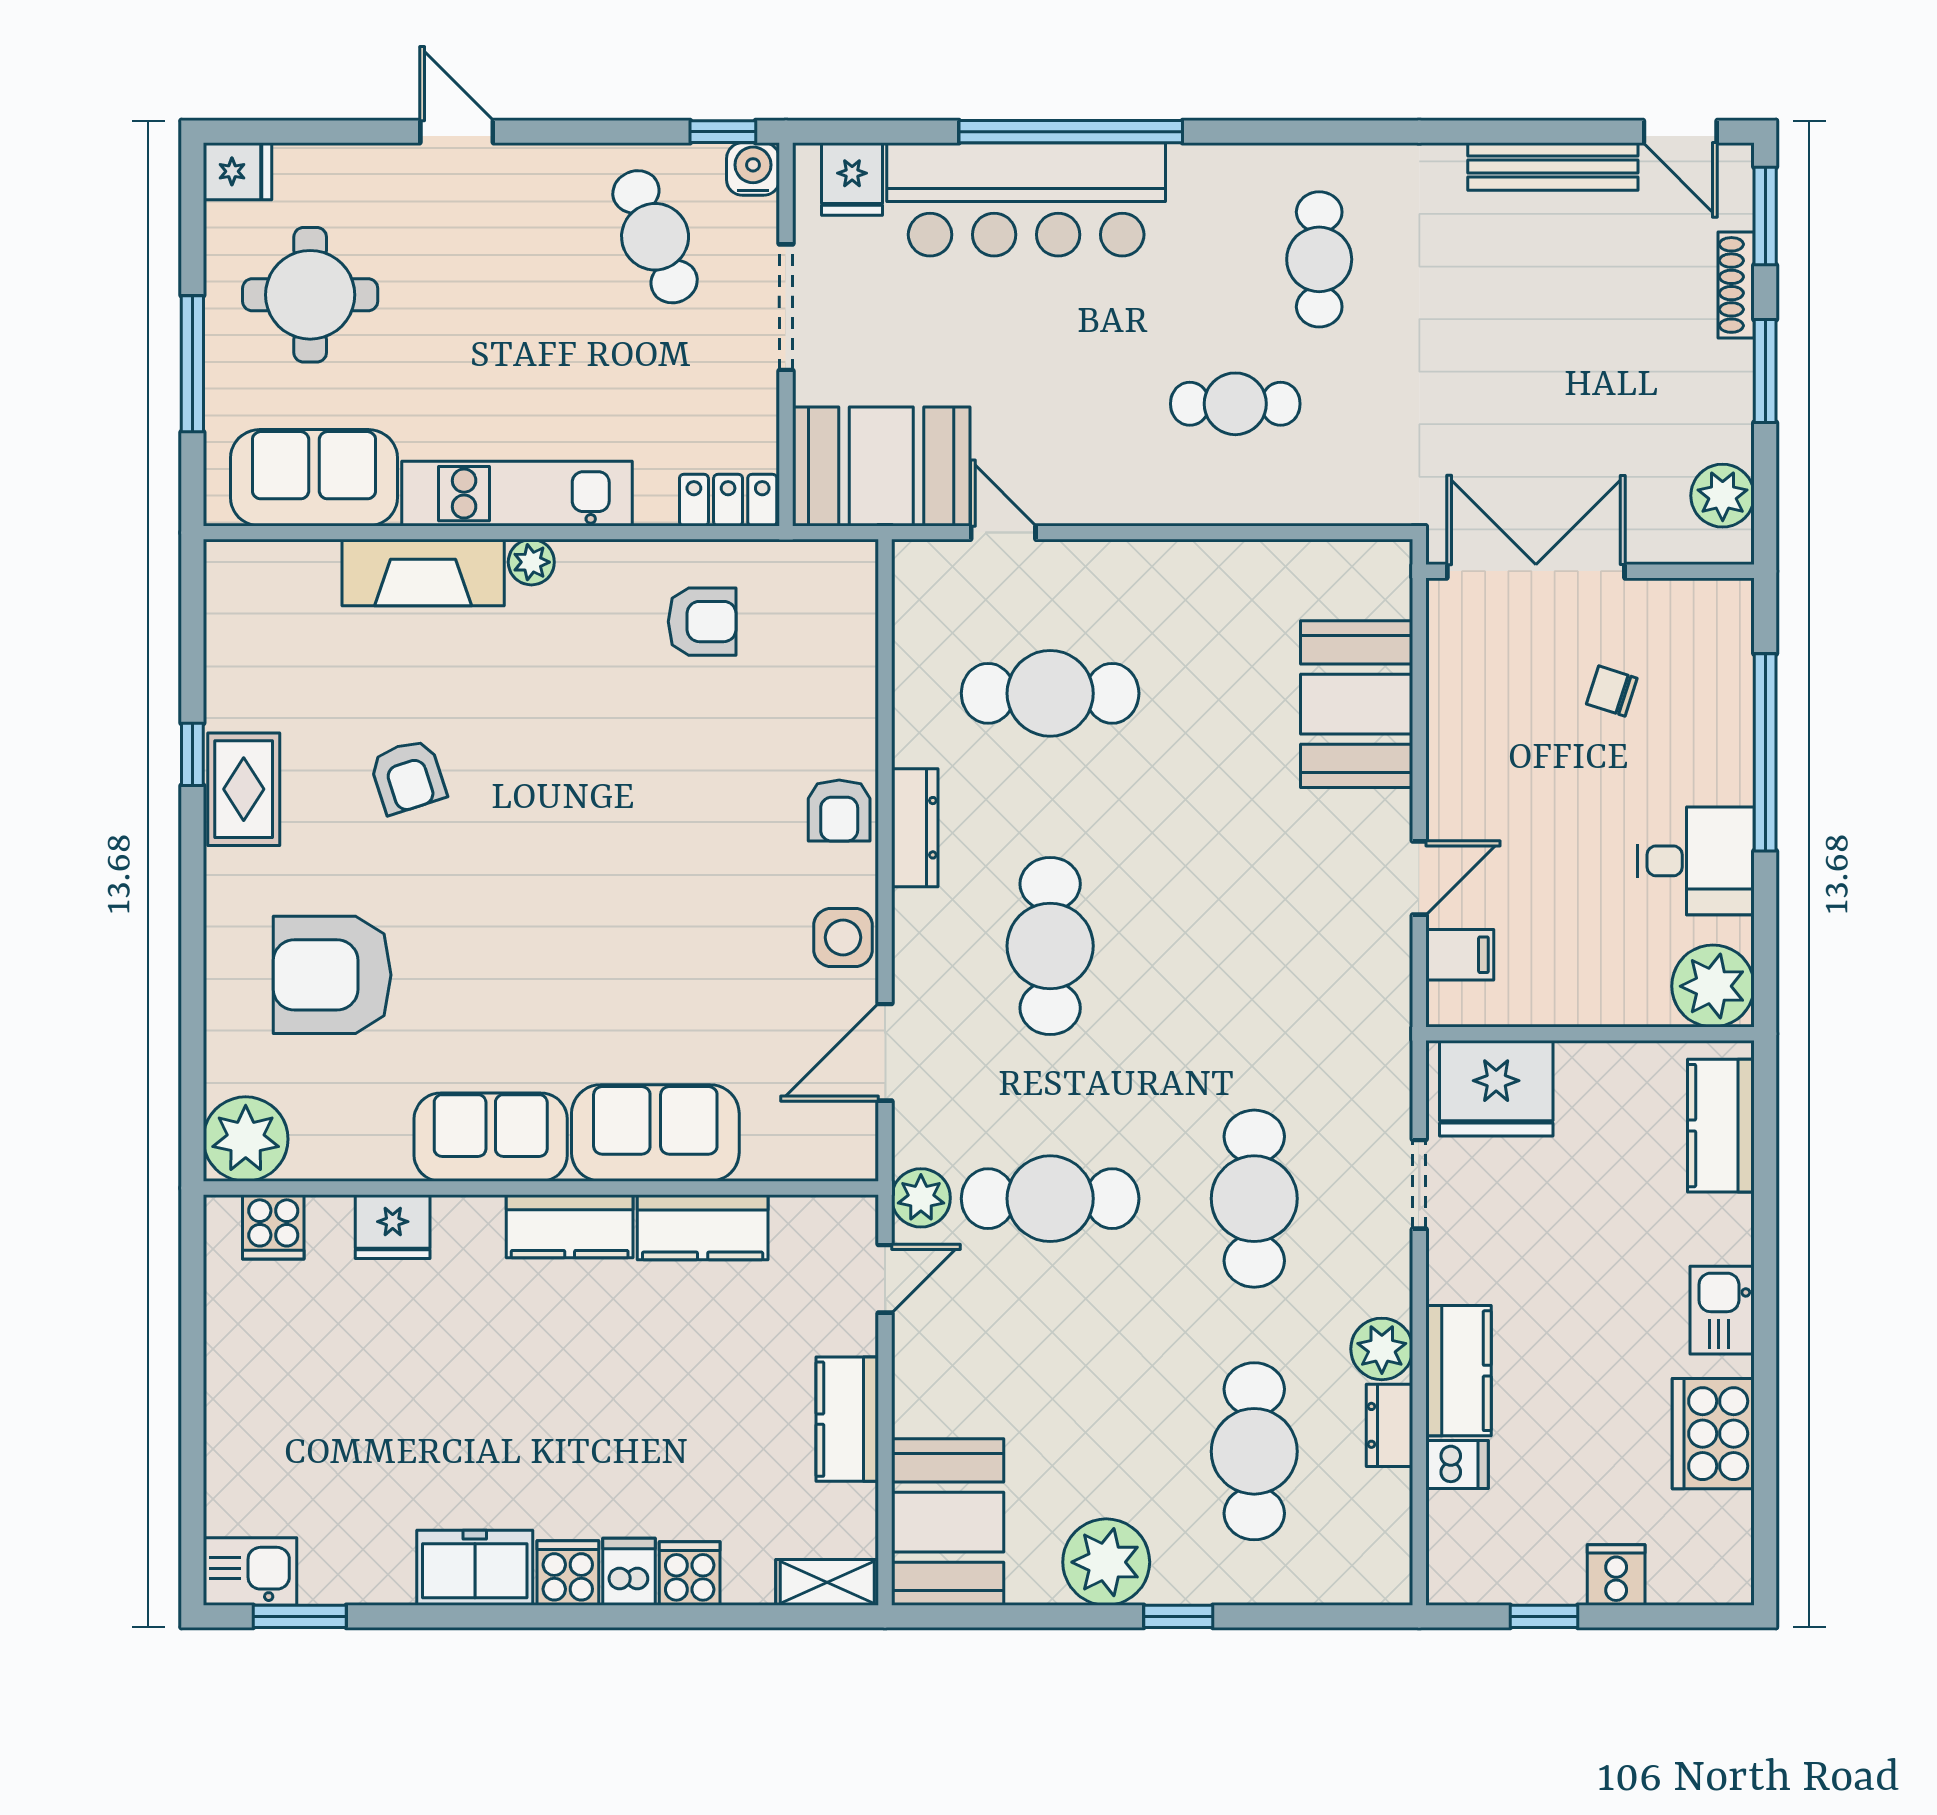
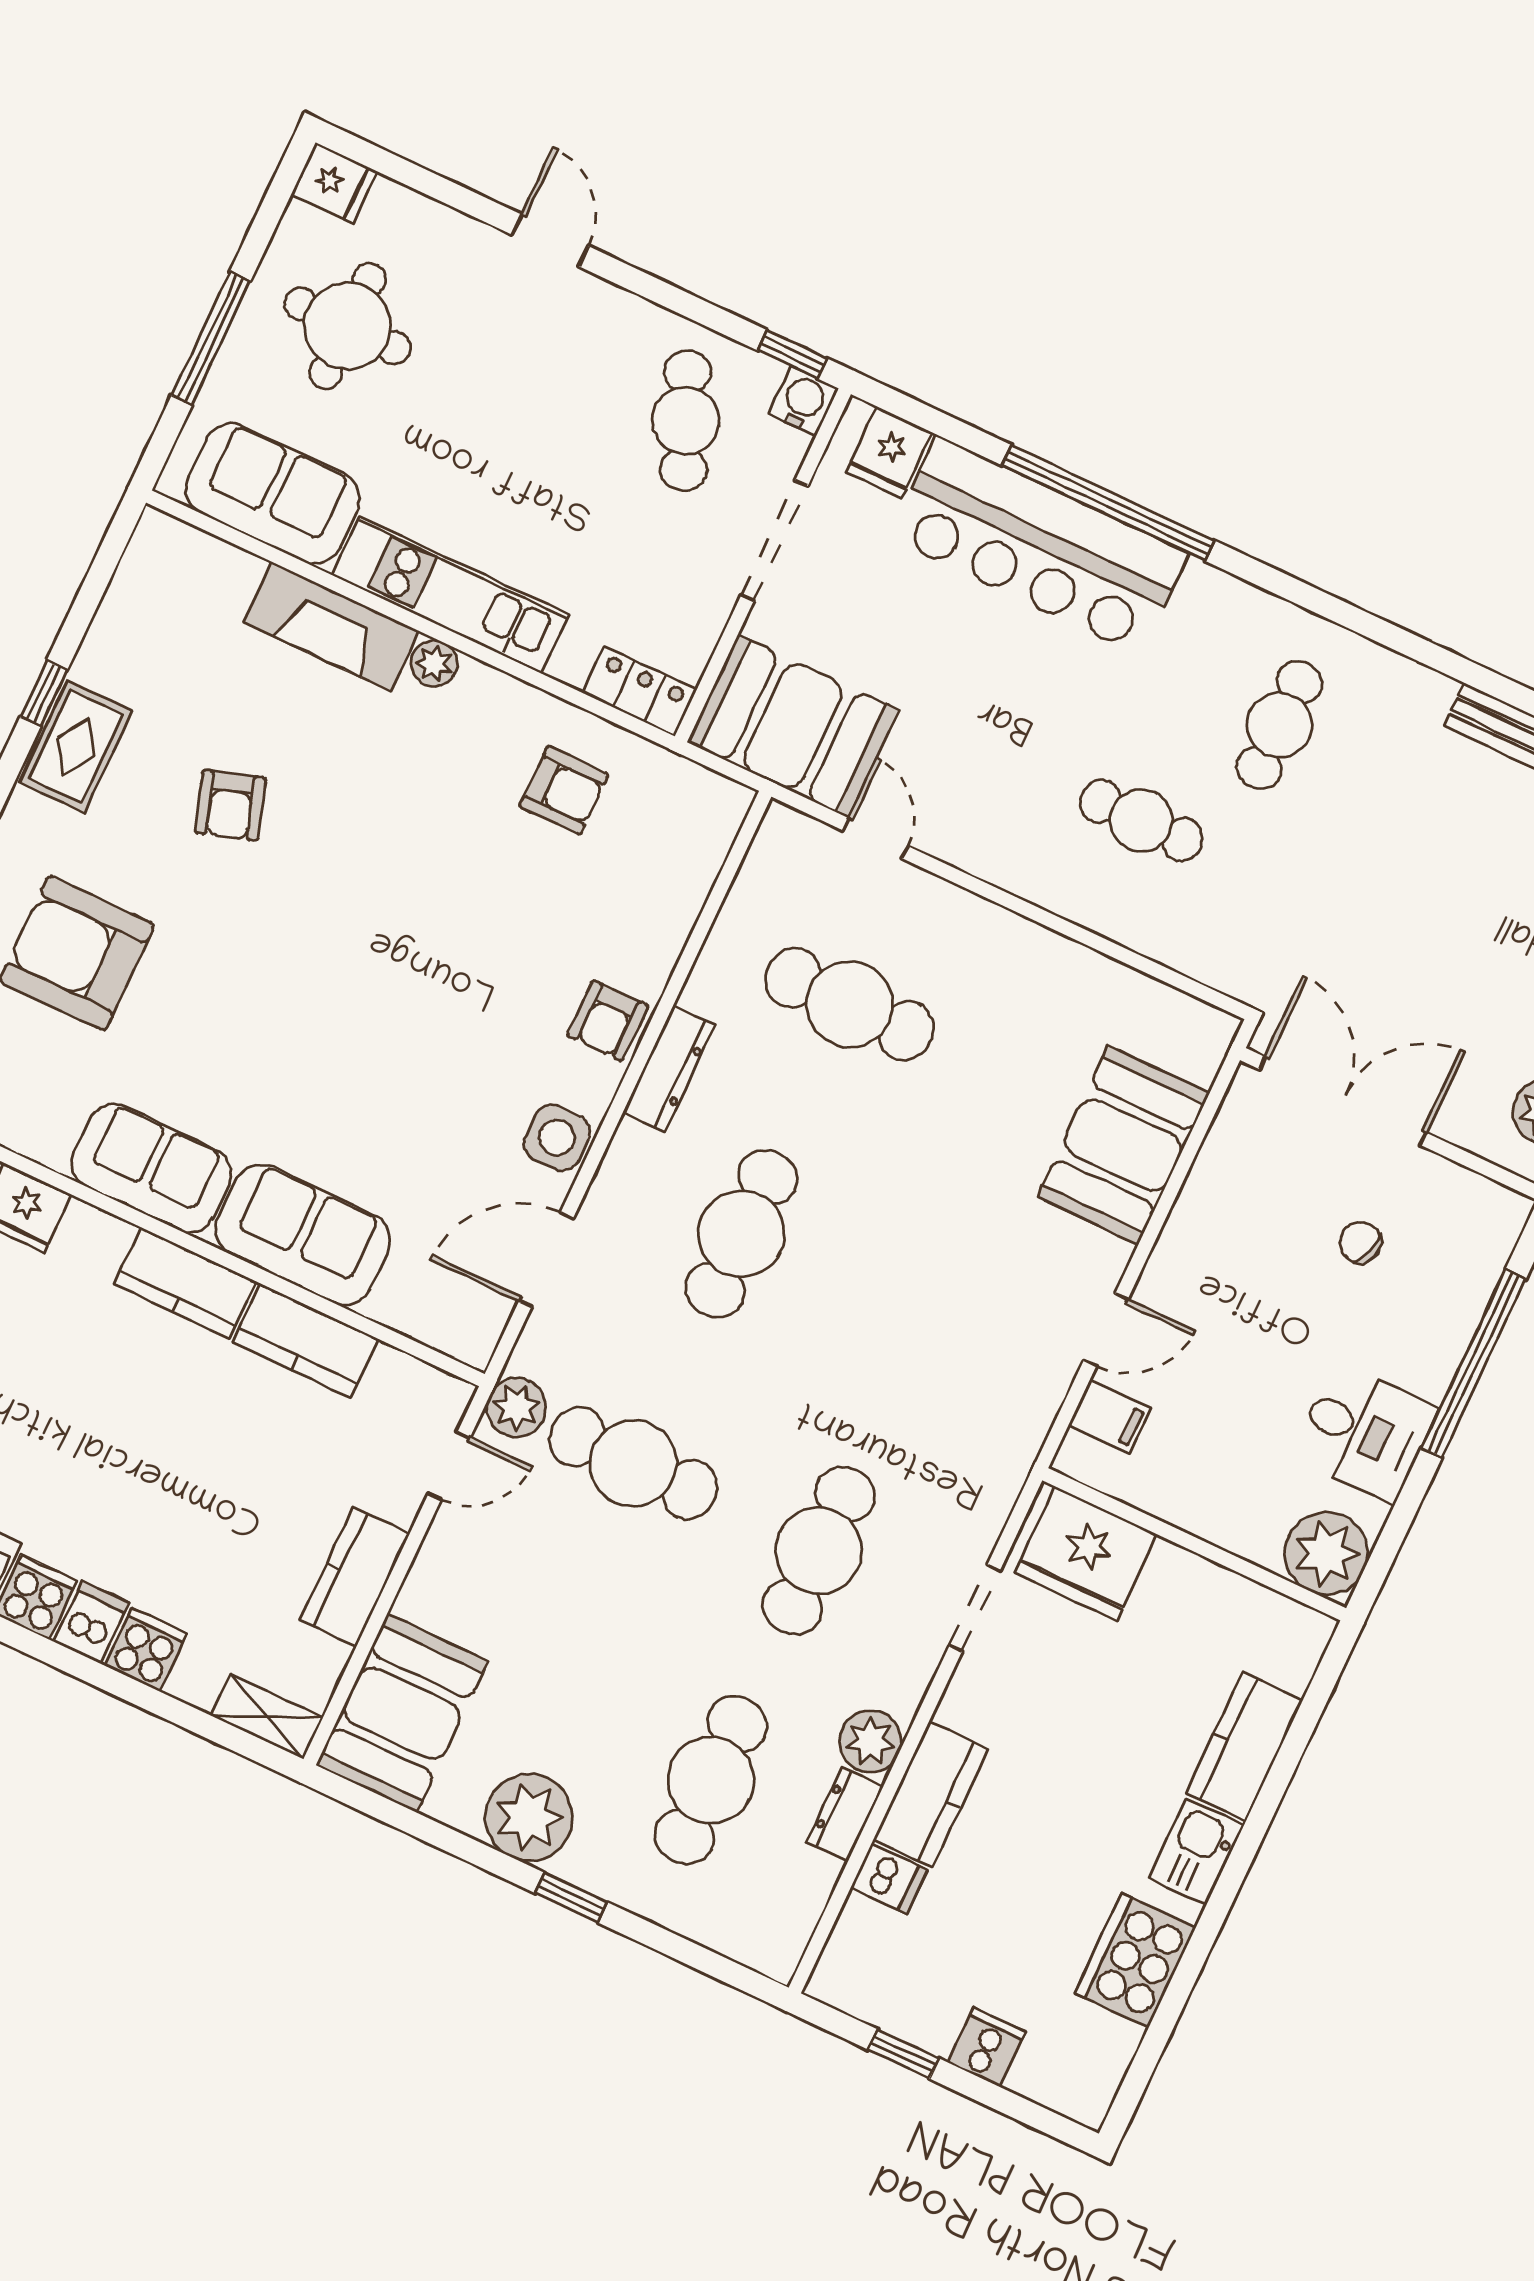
kitchen counter: (1721, 1126) -> (1244, 1747), moved

